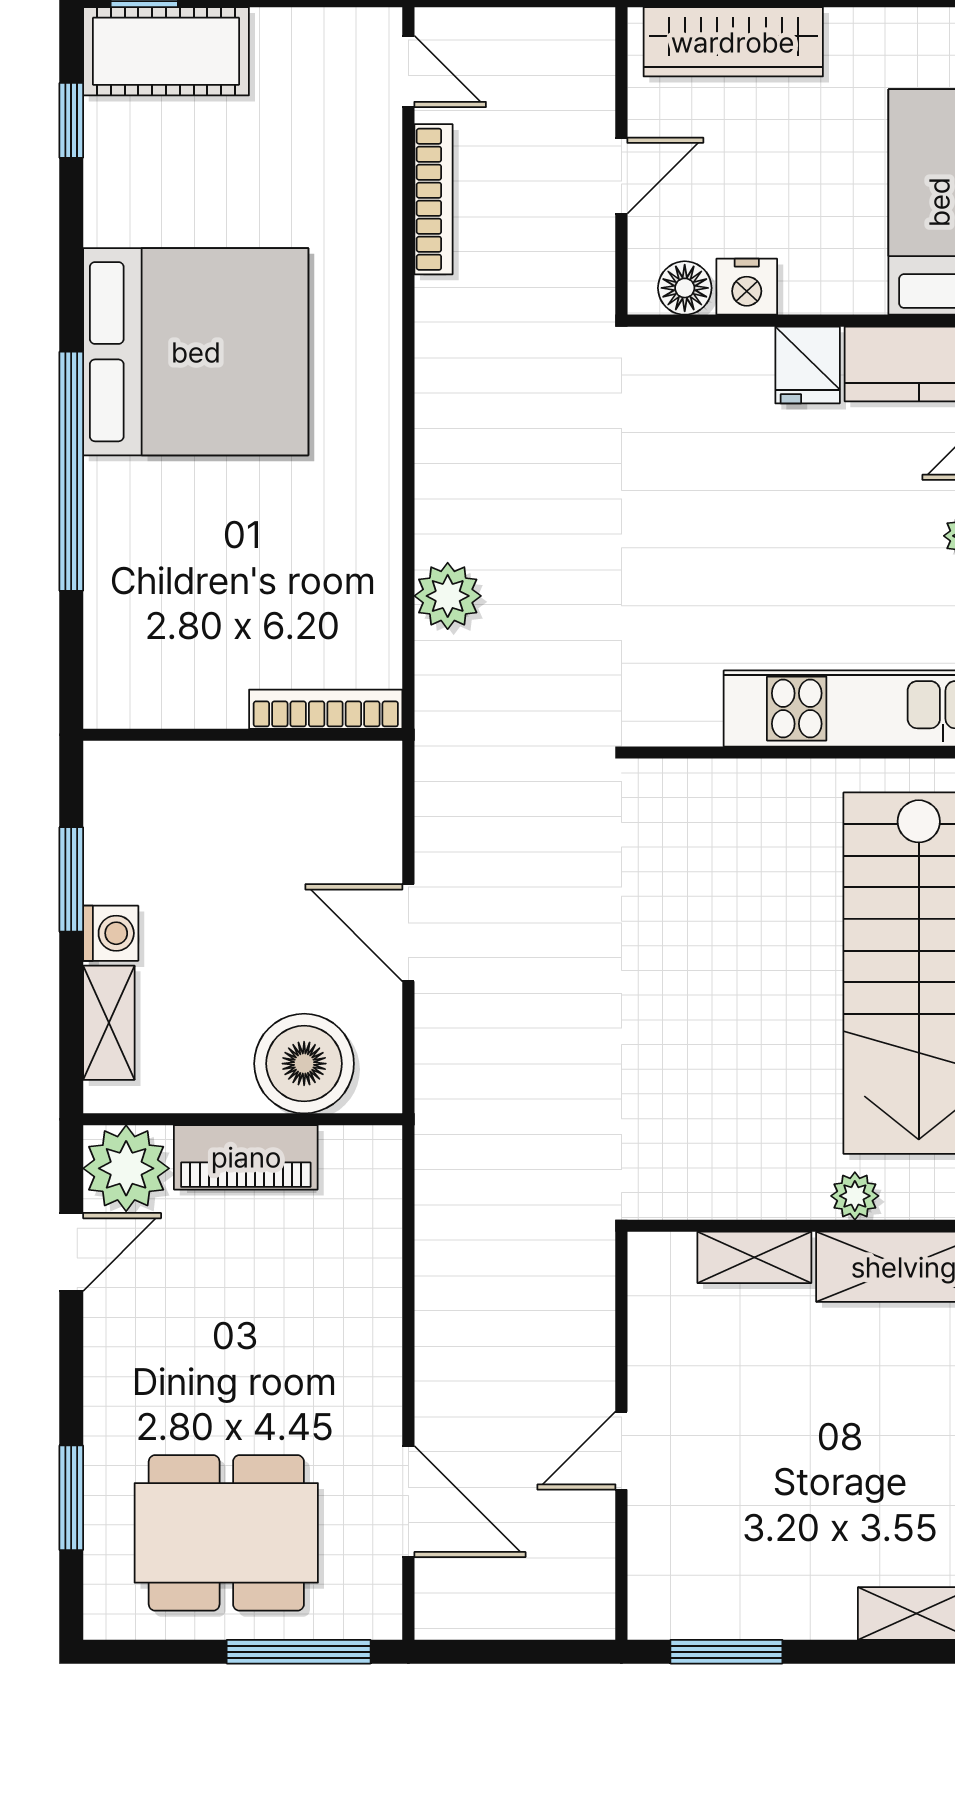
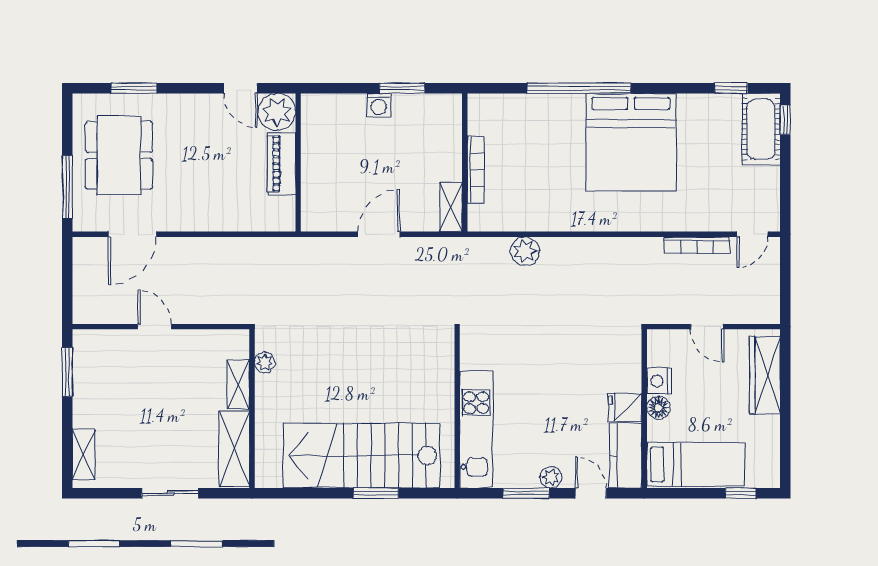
floor lamp: (685, 288) -> (658, 408), moved
bookcase: (326, 709) -> (476, 170), moved
shelving: (109, 1023) -> (451, 207), moved, turned 90
boiler: (304, 1064) -> (322, 189), removed
plant: (855, 1196) -> (265, 362), moved

